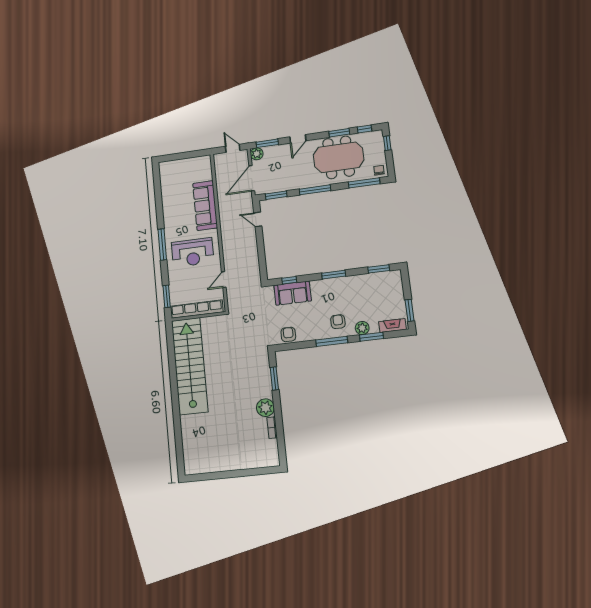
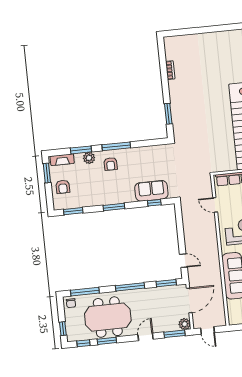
door: (224, 280) -> (215, 205), swing flipped
armchair: (288, 334) -> (63, 187), moved
plant: (265, 408) -> (176, 88), removed

